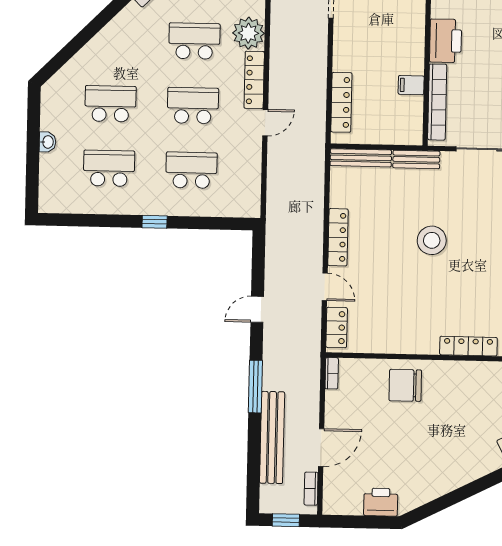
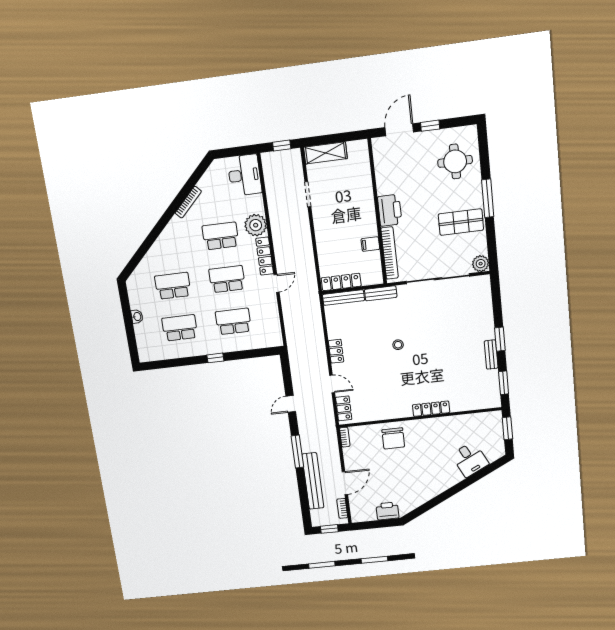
locker: (341, 102) -> (341, 282), moved, turned -90
locker: (338, 237) -> (336, 351), width x0.66
stool: (432, 240) -> (398, 345), width x0.53, depth x0.53
chair: (405, 385) -> (393, 438), turned -90

